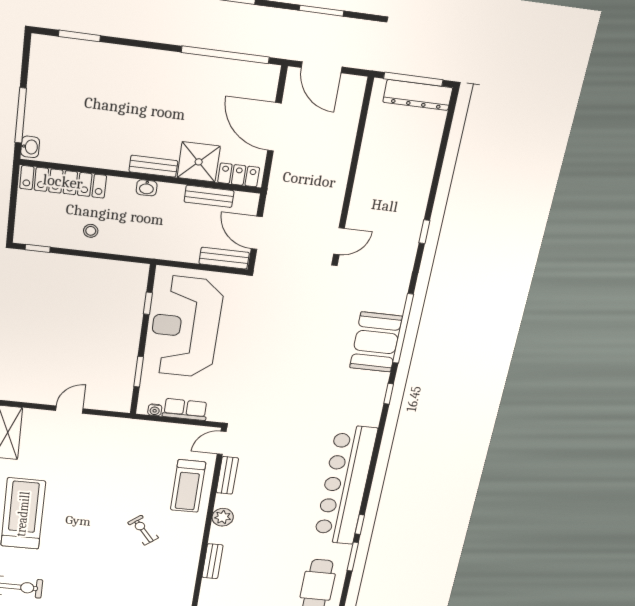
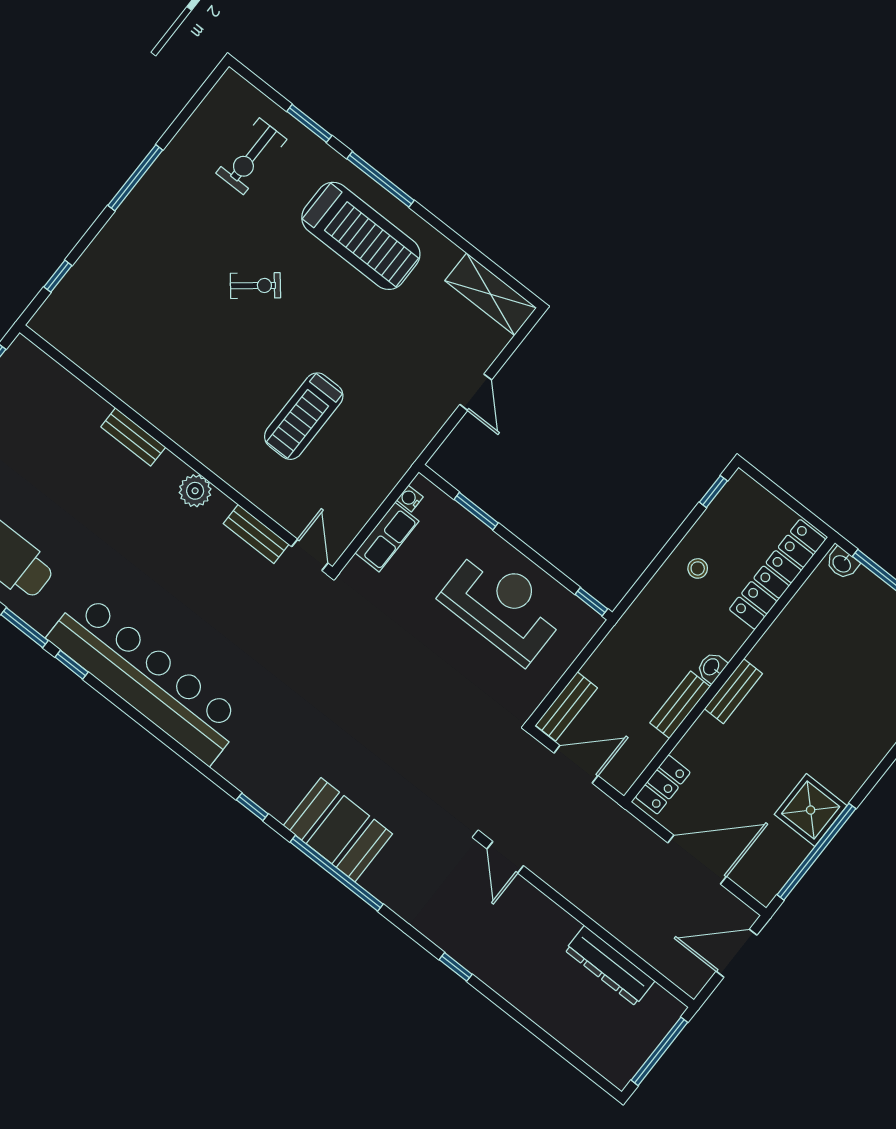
dresser: (418, 95) -> (610, 966), moved, turned -90
shower: (199, 162) -> (811, 810), moved
bench: (209, 196) -> (680, 705), moved
window: (148, 303) -> (591, 602), moved
reception desk: (185, 327) -> (503, 606), width x0.74, depth x0.77
treadmill: (188, 486) -> (304, 416), moved, turned -90
exercise bike: (143, 530) -> (255, 286), moved

